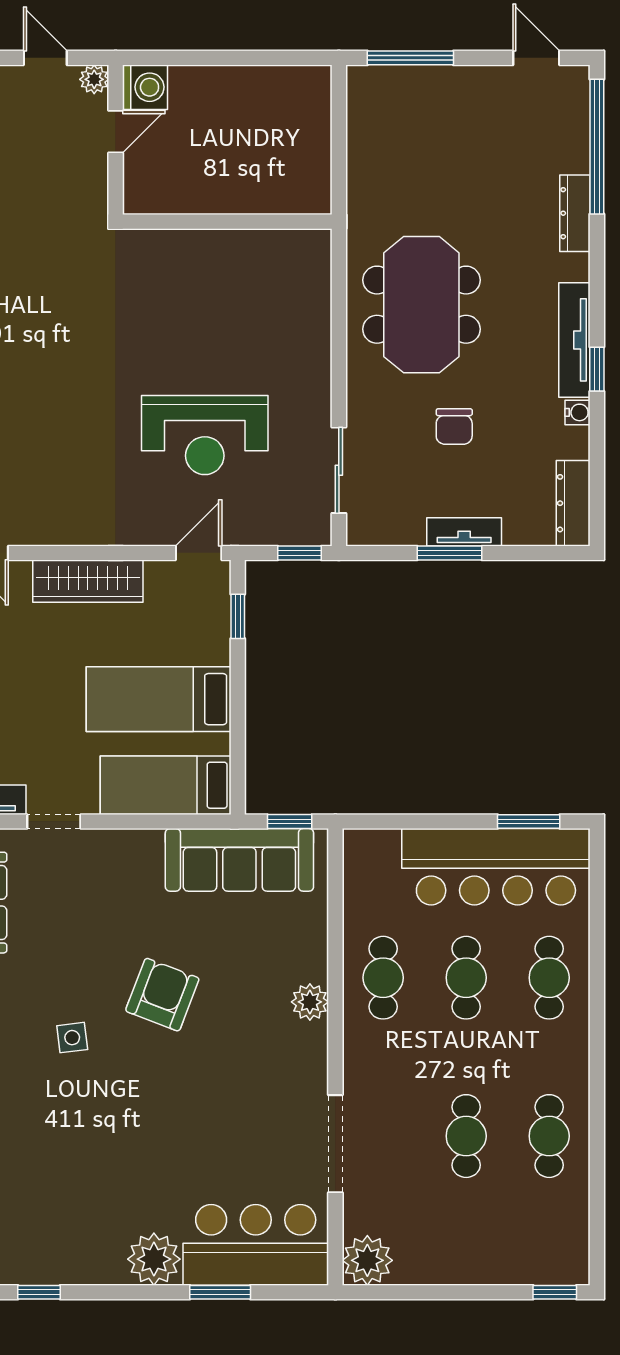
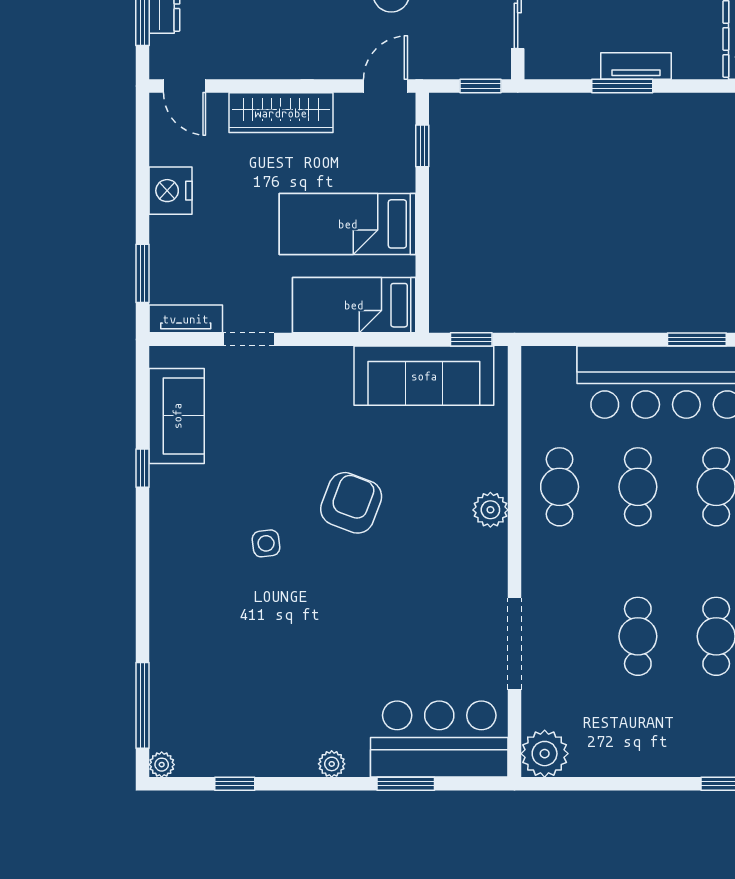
plant: (154, 1259) -> (332, 764), width x0.53, depth x0.53

